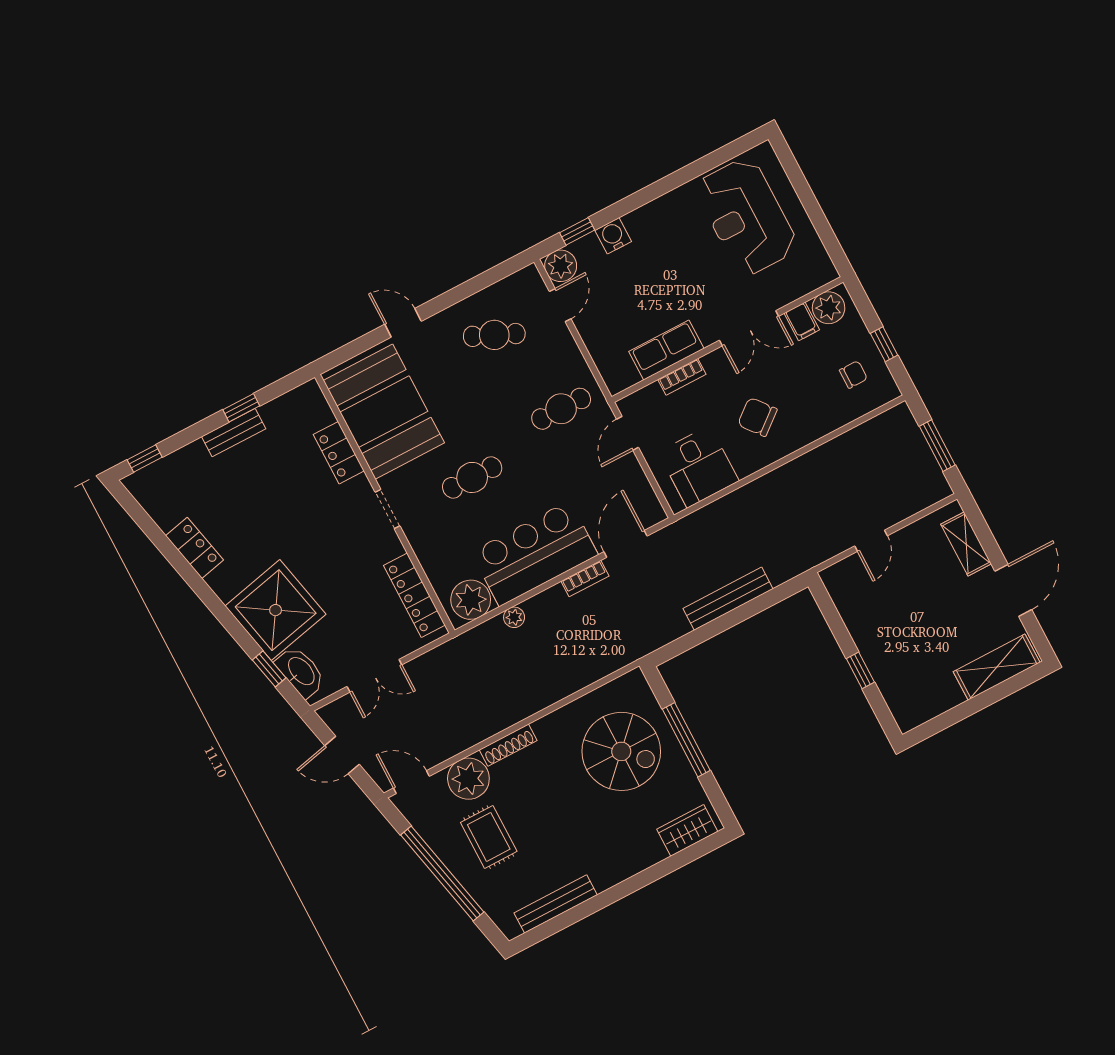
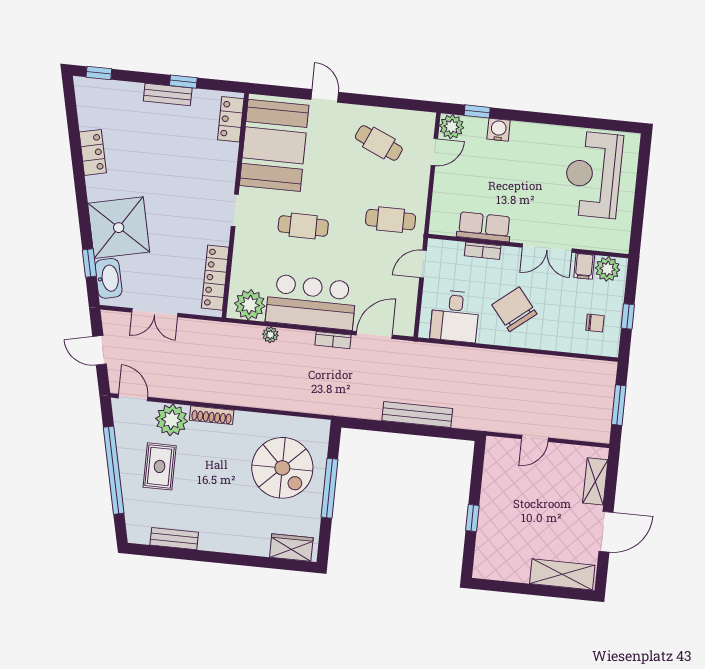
chair: (757, 417) -> (514, 309), width x1.37, depth x1.37
locker: (339, 453) -> (231, 119), moved
bench: (556, 904) -> (174, 539), width x0.73

